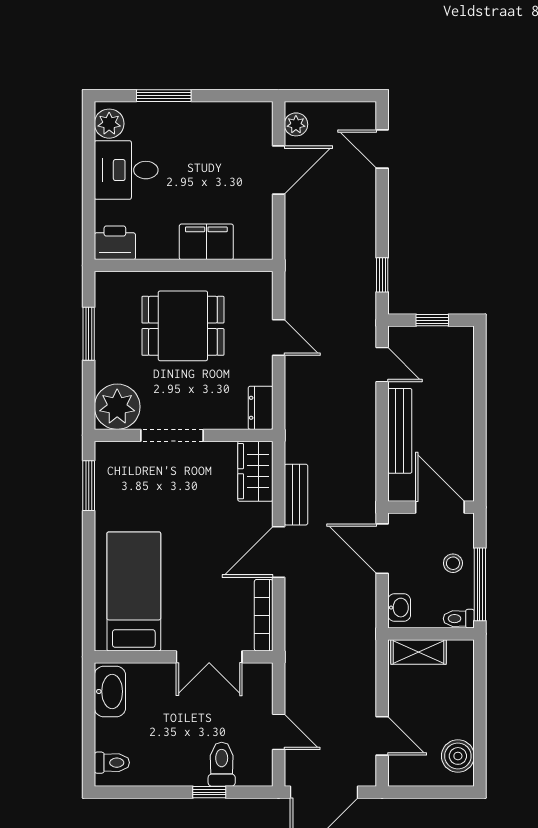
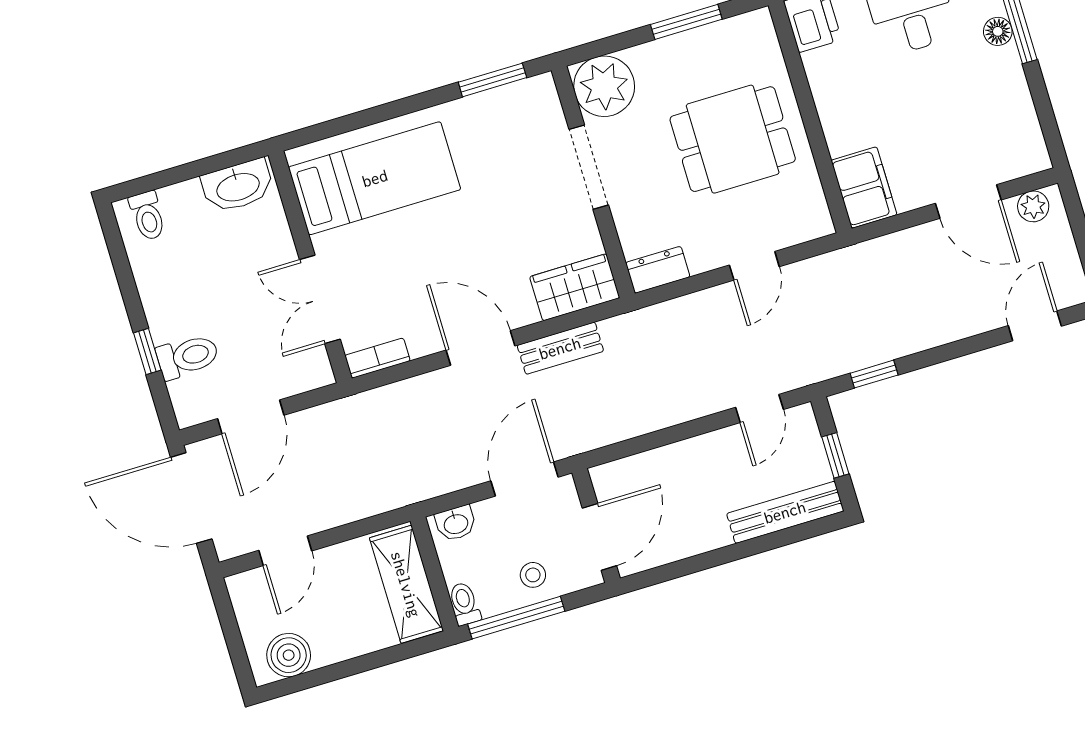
floor lamp: (163, 112) -> (998, 31), added
filing cabinet: (206, 242) -> (864, 187), moved
dining table: (183, 326) -> (733, 139), turned 90
bench: (400, 431) -> (785, 512), moved
bookcase: (264, 615) -> (377, 358), width x0.64
shelving: (419, 652) -> (406, 584), width x1.50, depth x1.33
door: (279, 732) -> (251, 417), width x1.38

